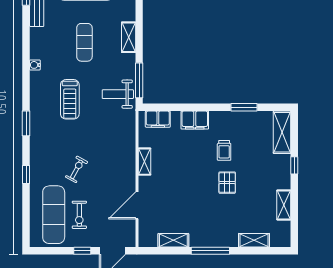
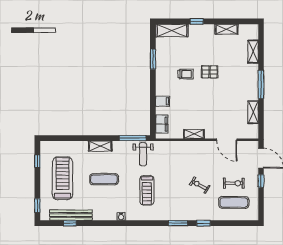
treadmill: (70, 99) -> (147, 190), turned 90
filing cabinet: (195, 120) -> (163, 101), width x0.50
window: (26, 123) -> (178, 223), moved
exercise mat: (54, 215) -> (234, 202), width x0.73, depth x0.69

